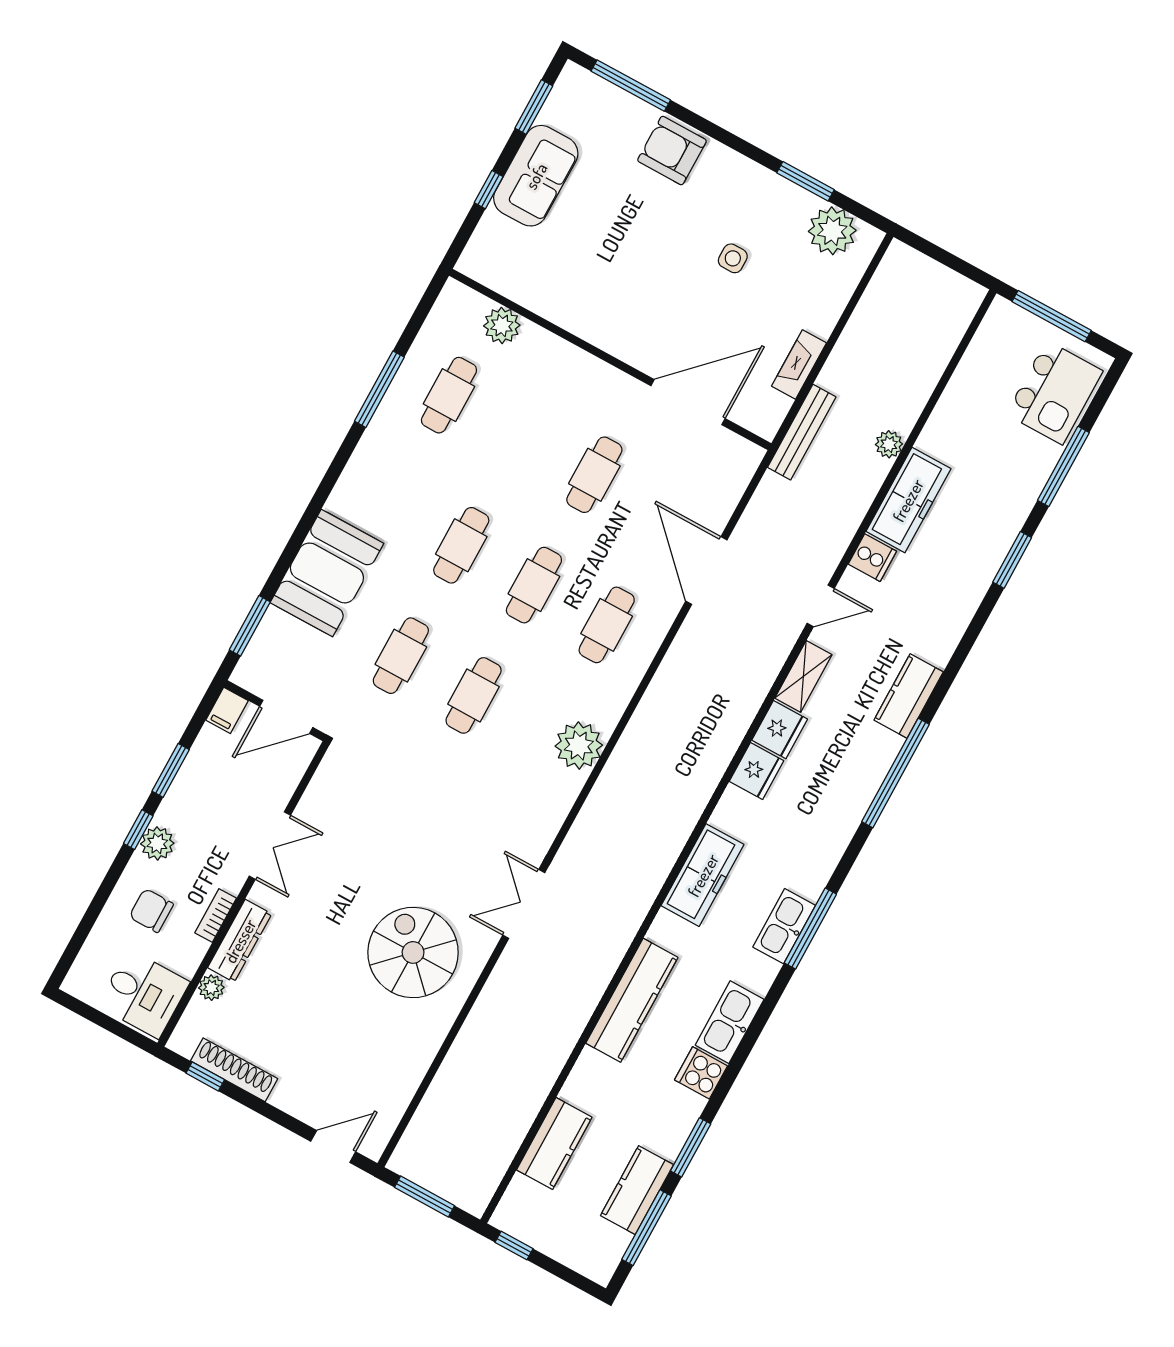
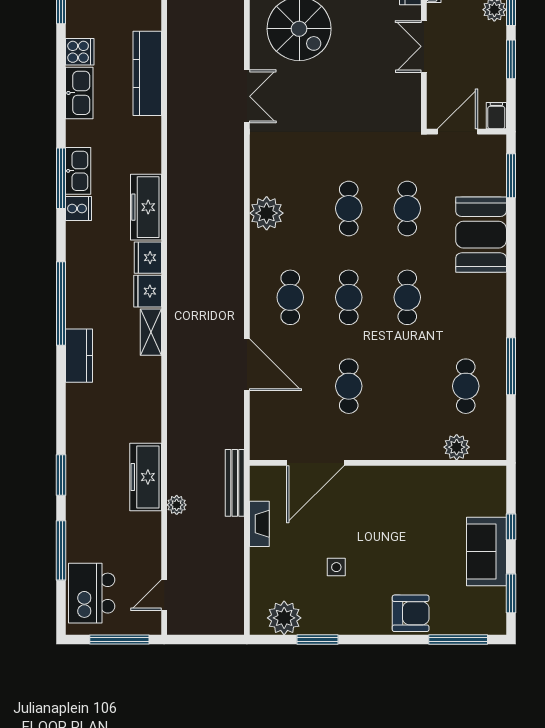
cooker: (872, 558) -> (79, 209), moved, turned 180
door: (821, 606) -> (164, 595), moved
freezer: (703, 875) -> (146, 207), moved

